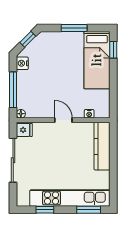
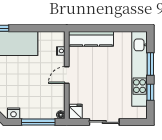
sliding door: (13, 160) -> (104, 122), width x0.73
window: (89, 210) -> (150, 64), moved

